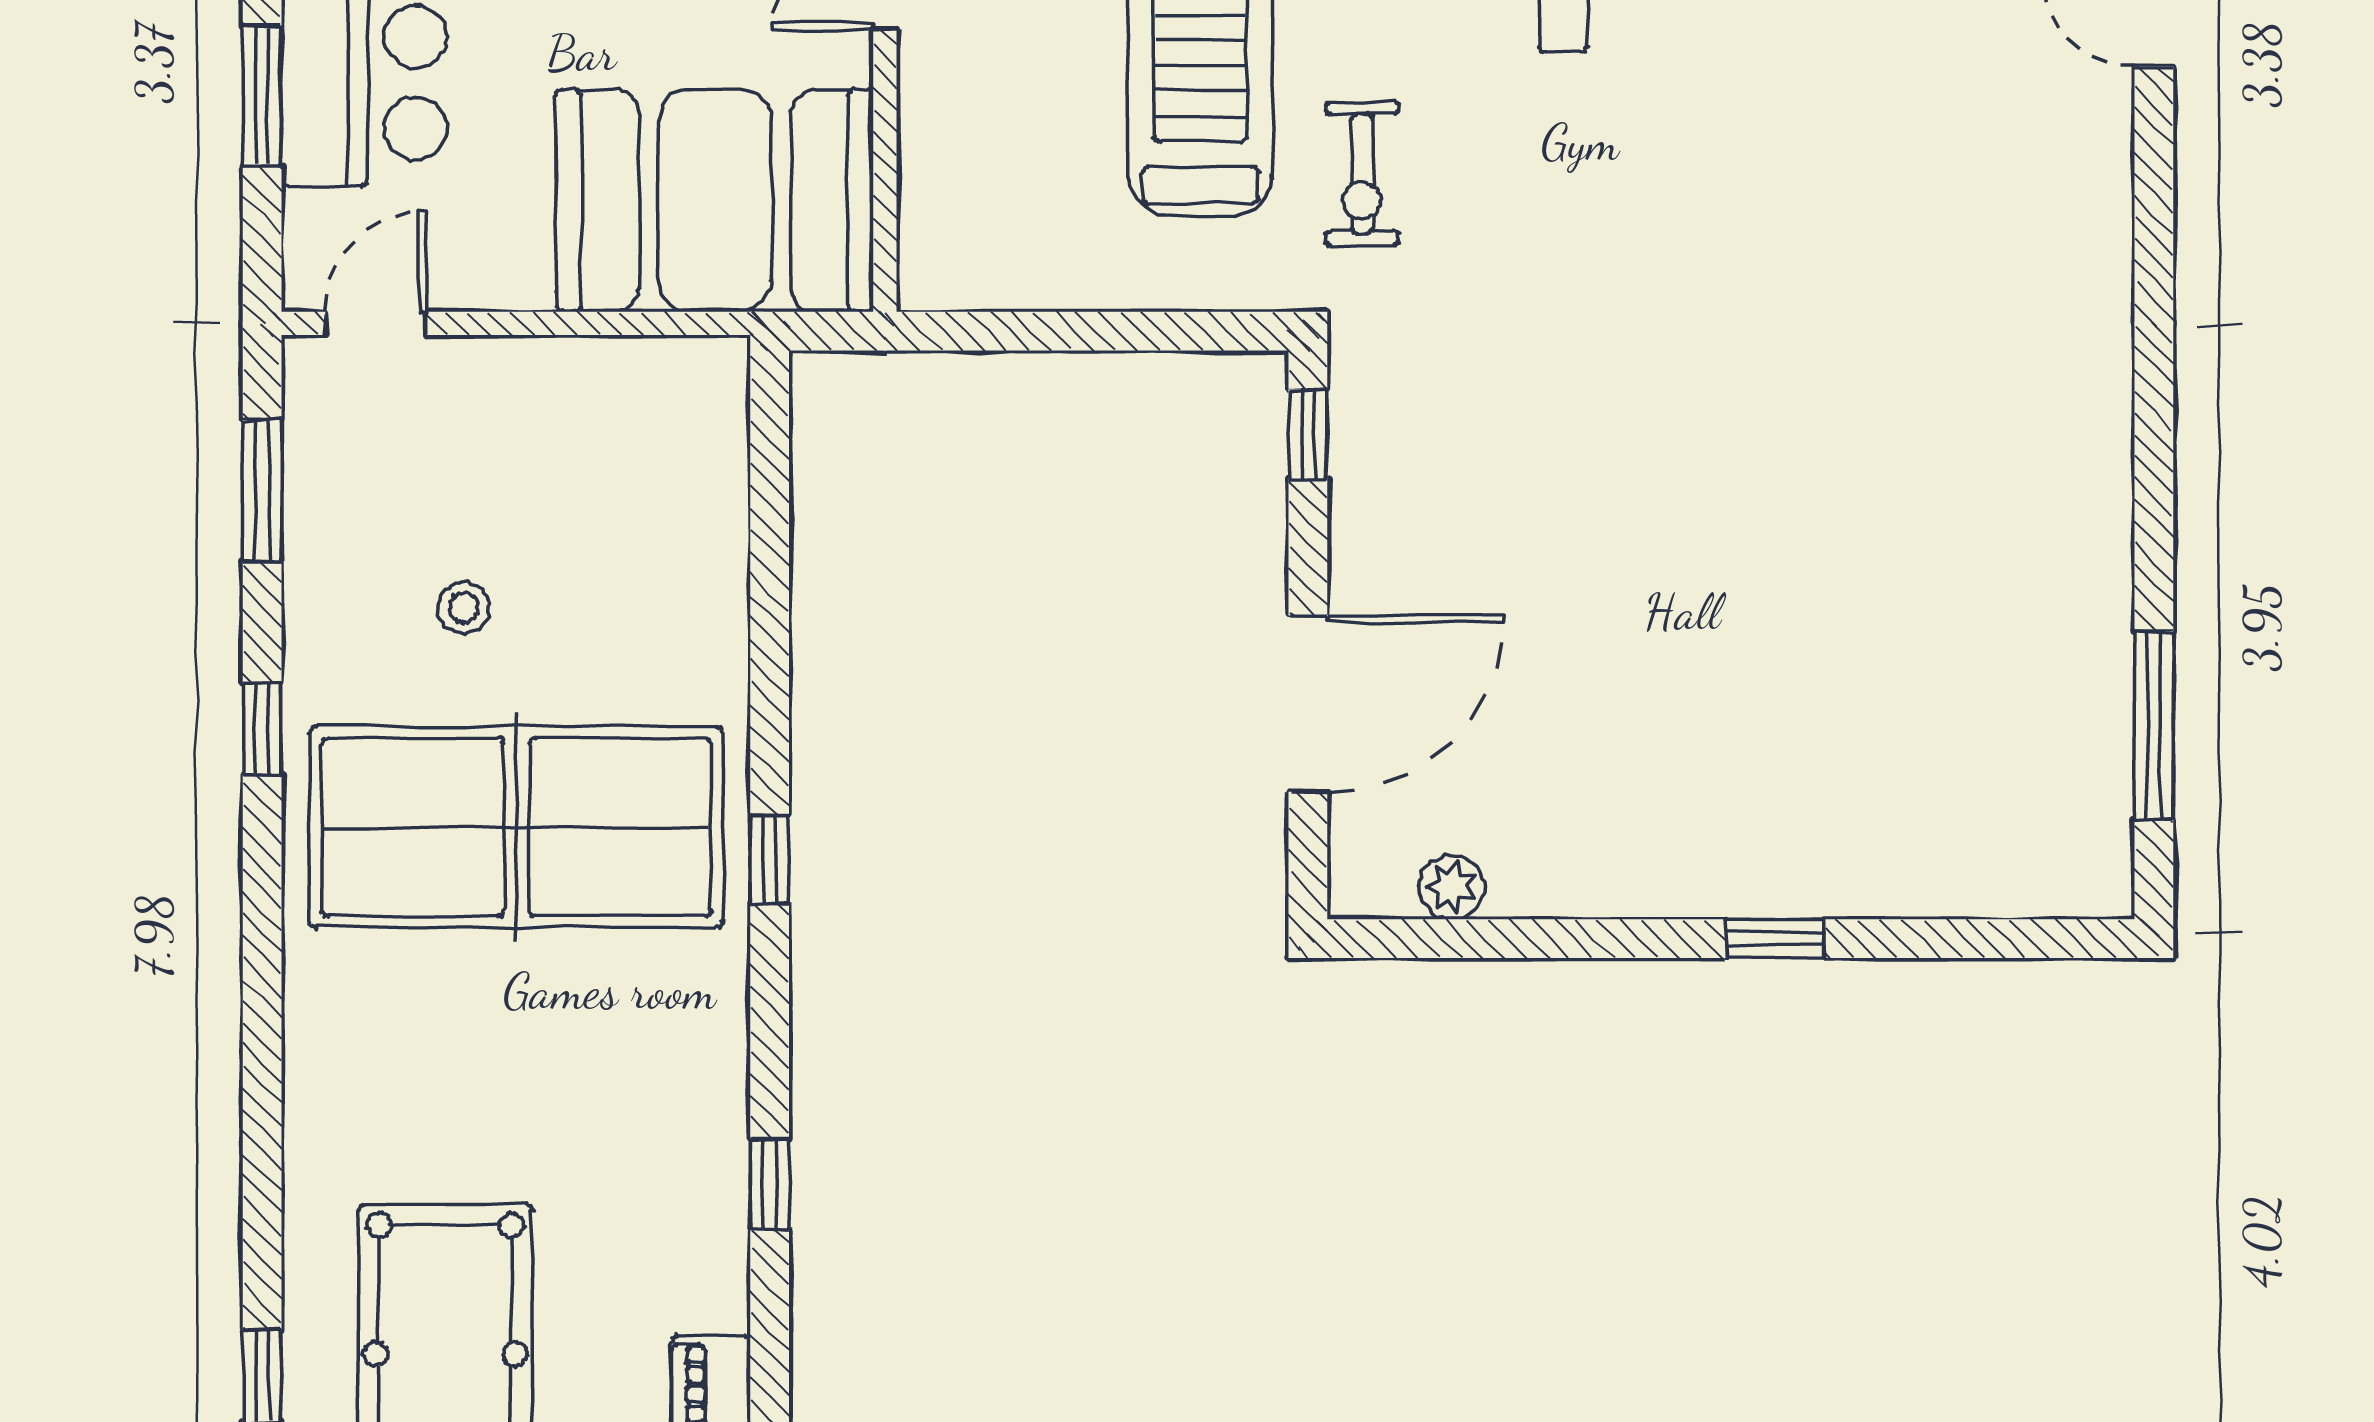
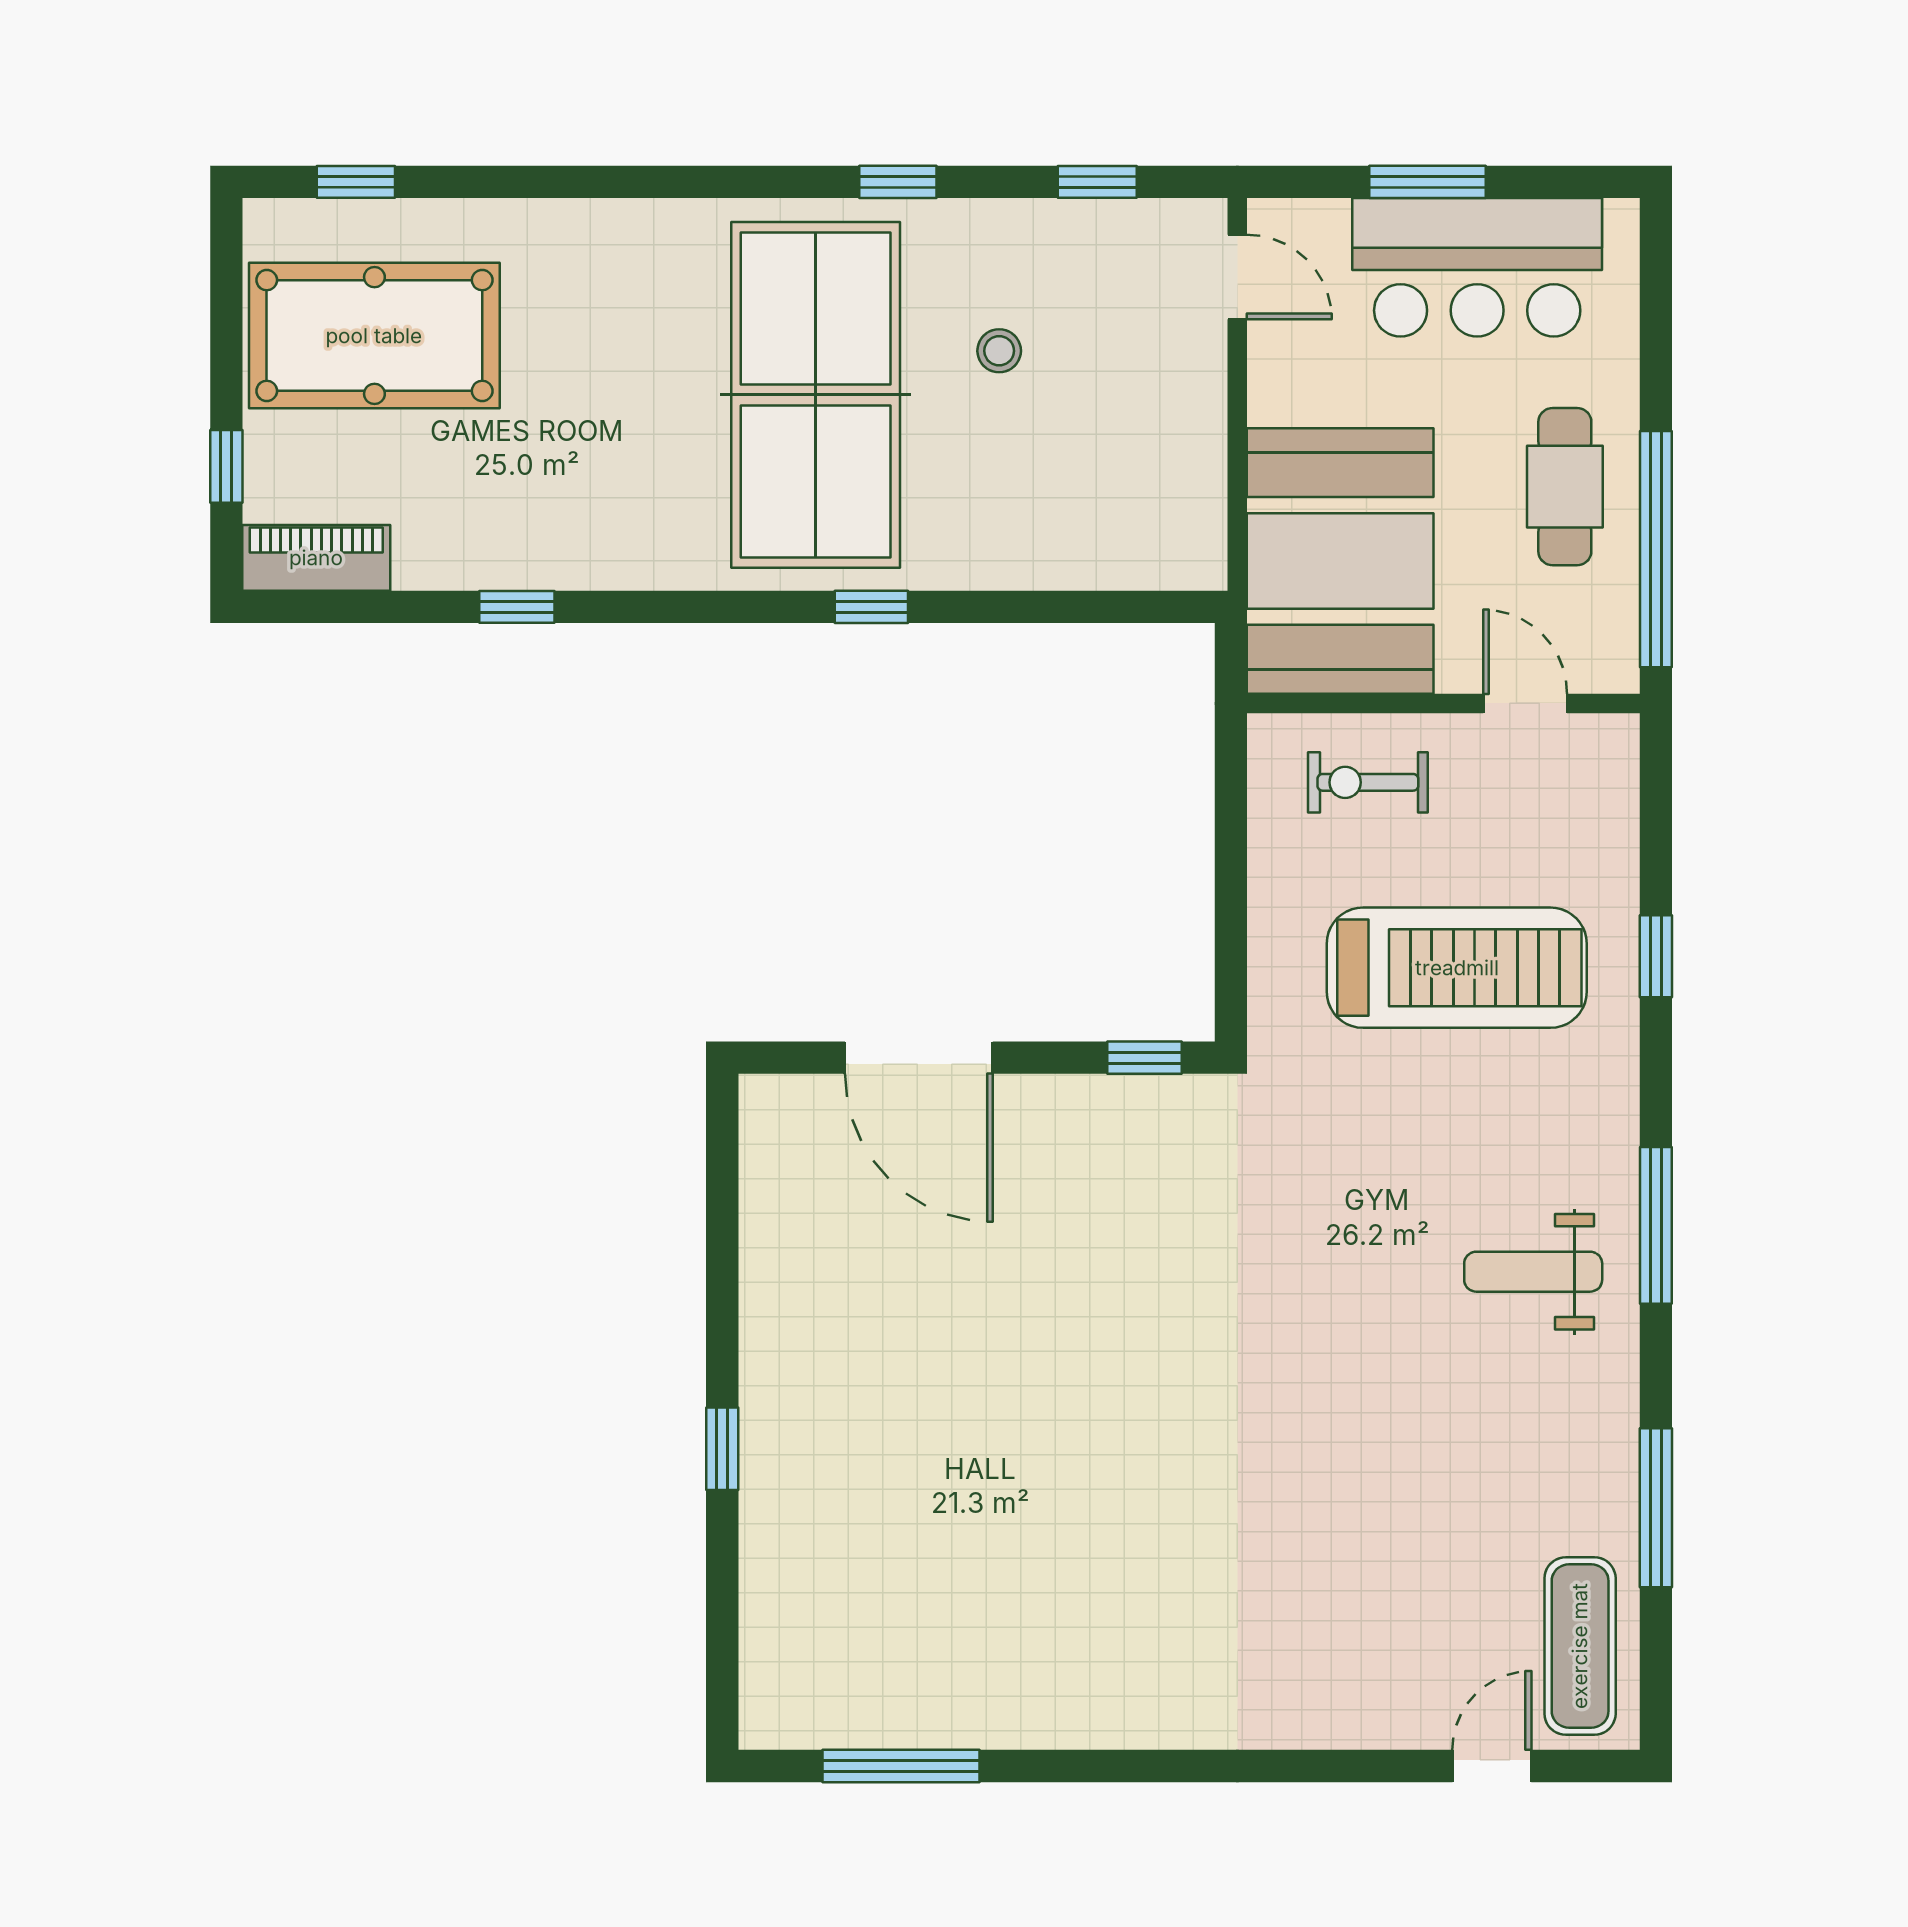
exercise bike: (1362, 174) -> (1368, 782), moved
window: (262, 491) -> (1097, 182), width x0.67
window: (770, 859) -> (871, 607), moved
plant: (1452, 887) -> (765, 1178), removed

